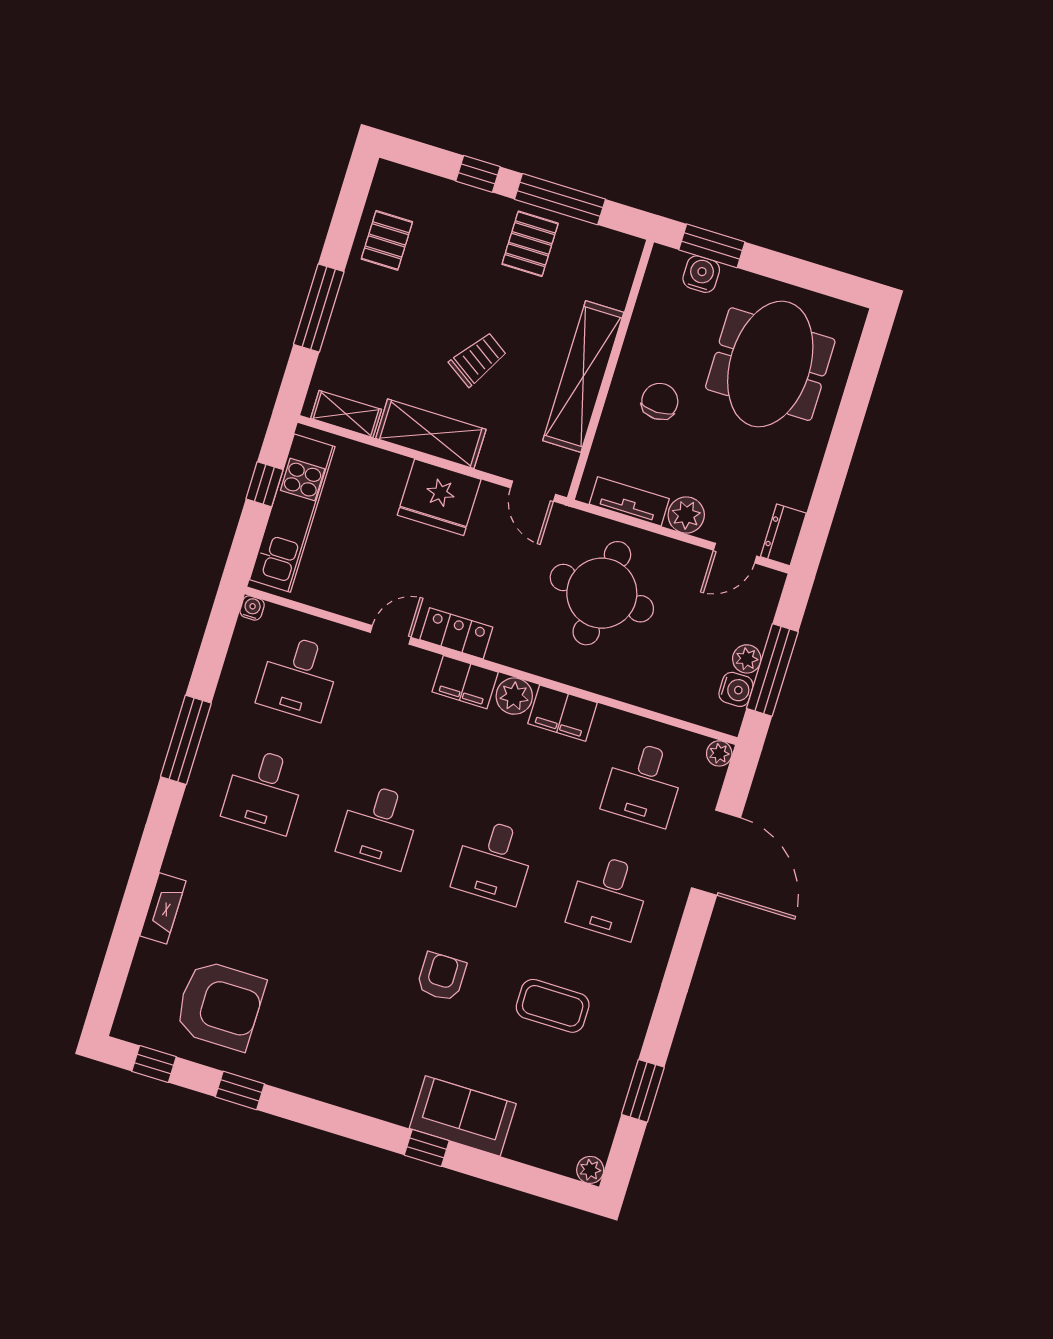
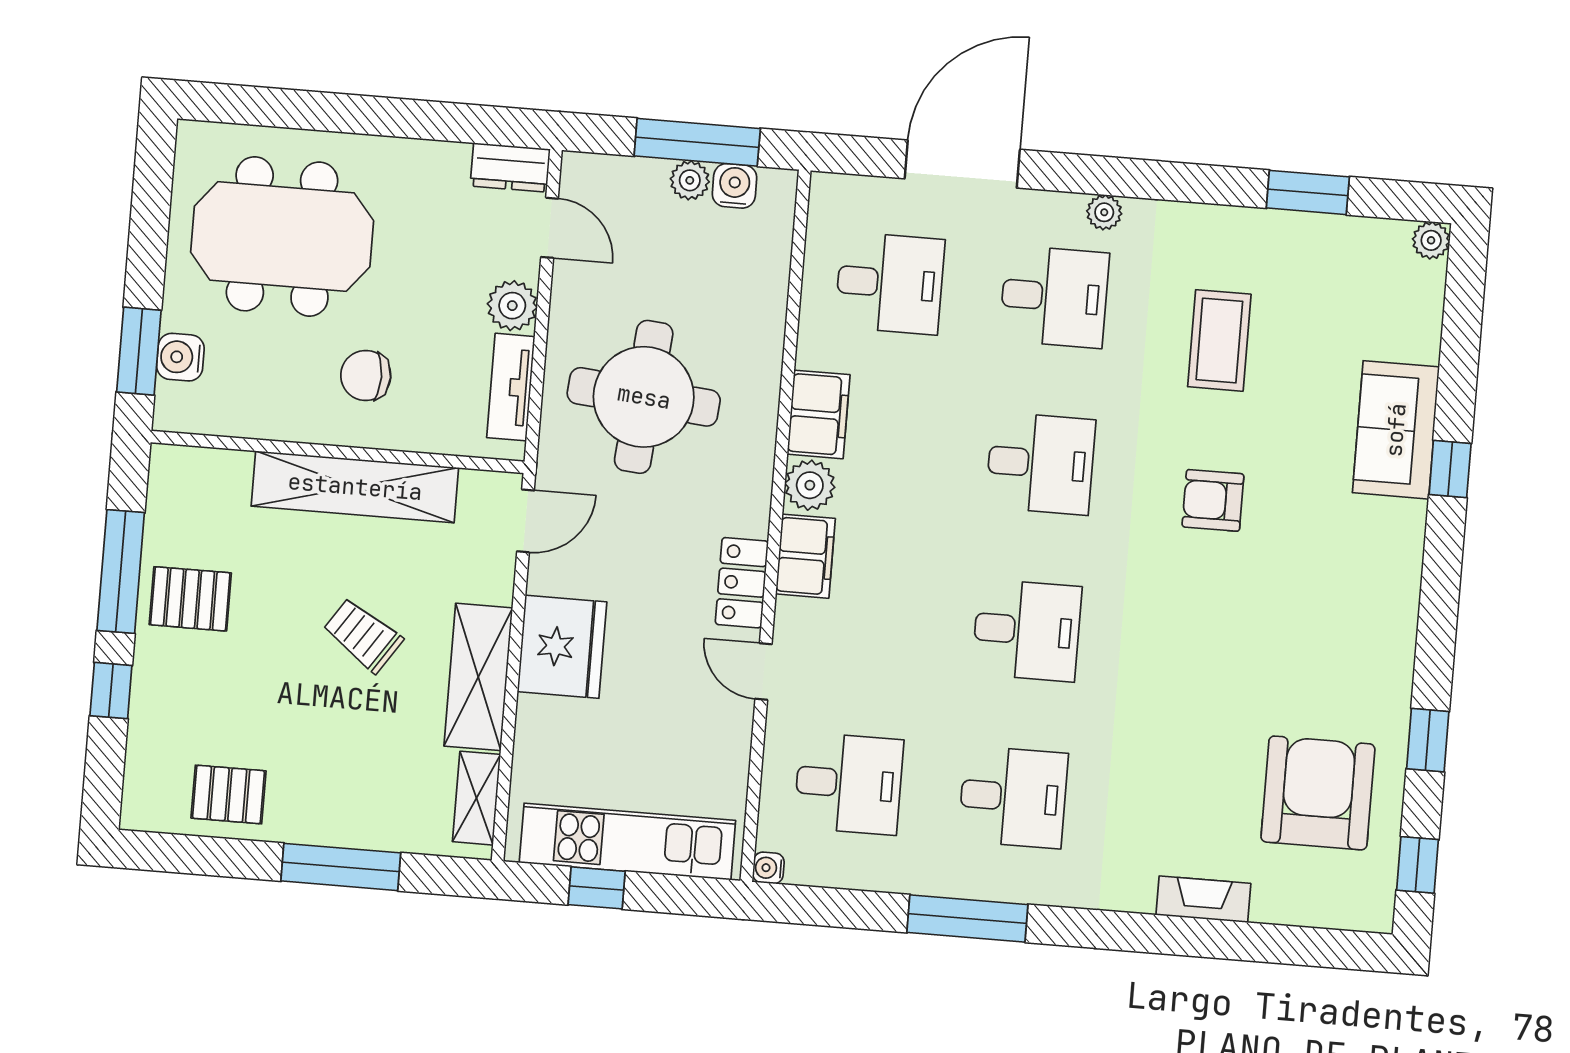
plant: (719, 753) -> (1104, 212), moved

